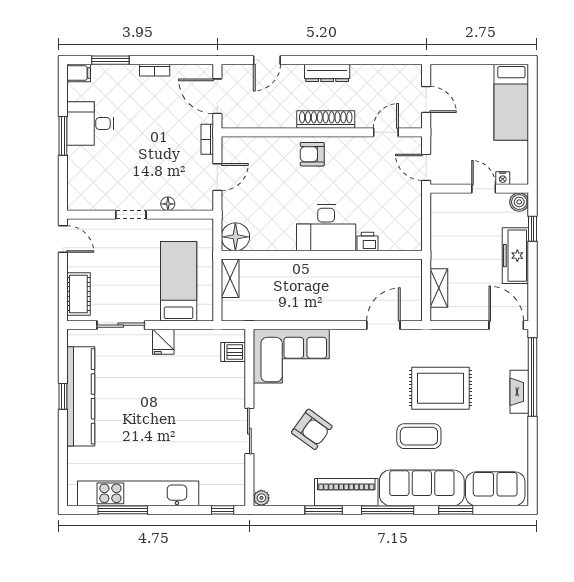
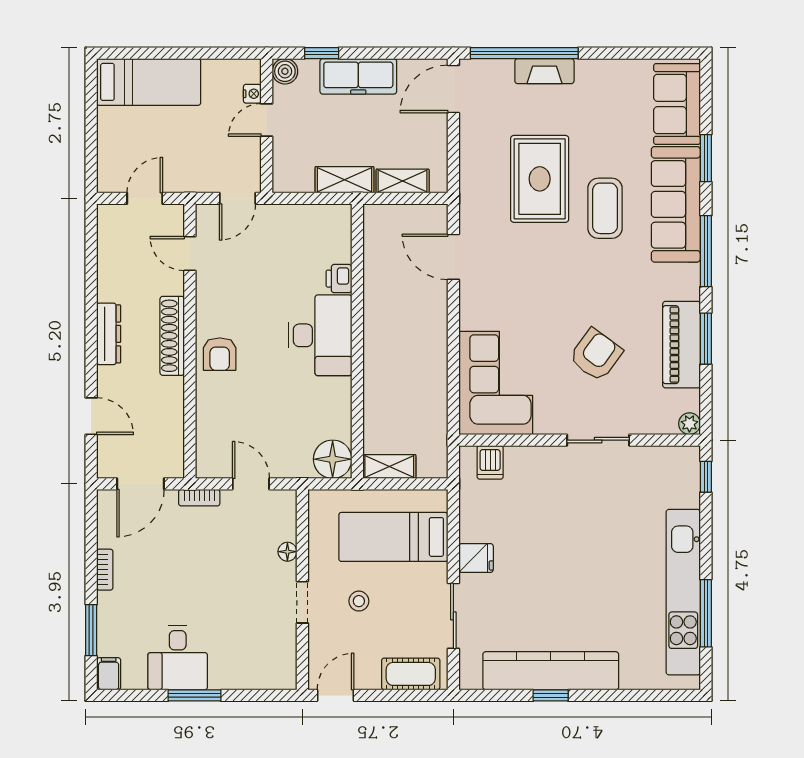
shelving: (440, 246) -> (344, 180), added
stool: (132, 256) -> (359, 601), added
piano: (346, 492) -> (682, 345), moved

